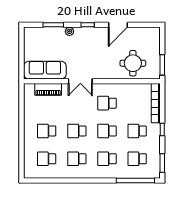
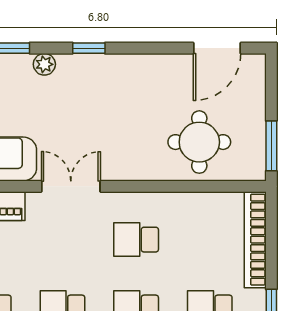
door: (118, 25) -> (217, 48), moved
double door: (80, 81) -> (71, 186), swing flipped

